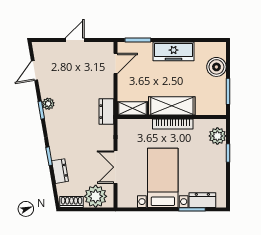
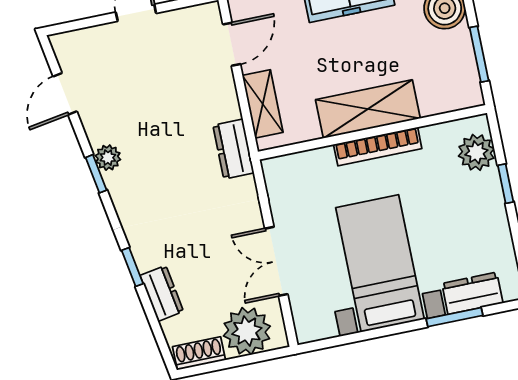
shelving: (132, 108) -> (263, 104), moved, turned 90

